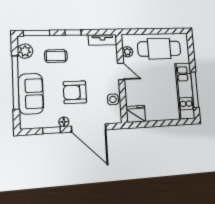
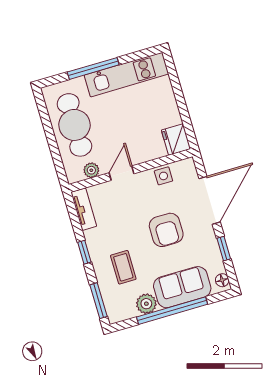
plant: (25, 51) -> (146, 304), moved
window: (195, 90) -> (93, 68), moved
floor lamp: (64, 122) -> (222, 280), moved

